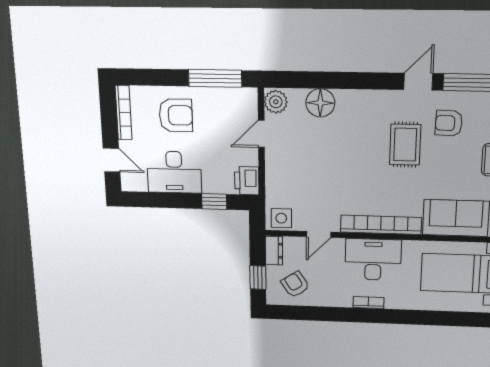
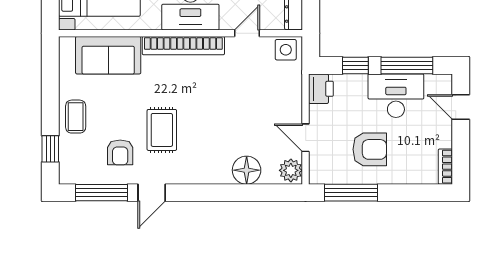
bookcase: (124, 113) -> (445, 167), width x0.64
armchair: (176, 115) -> (370, 149), moved, turned 180
armchair: (449, 123) -> (120, 152), turned 88
door: (261, 134) -> (306, 138), swing flipped
window: (165, 200) -> (407, 66), added

